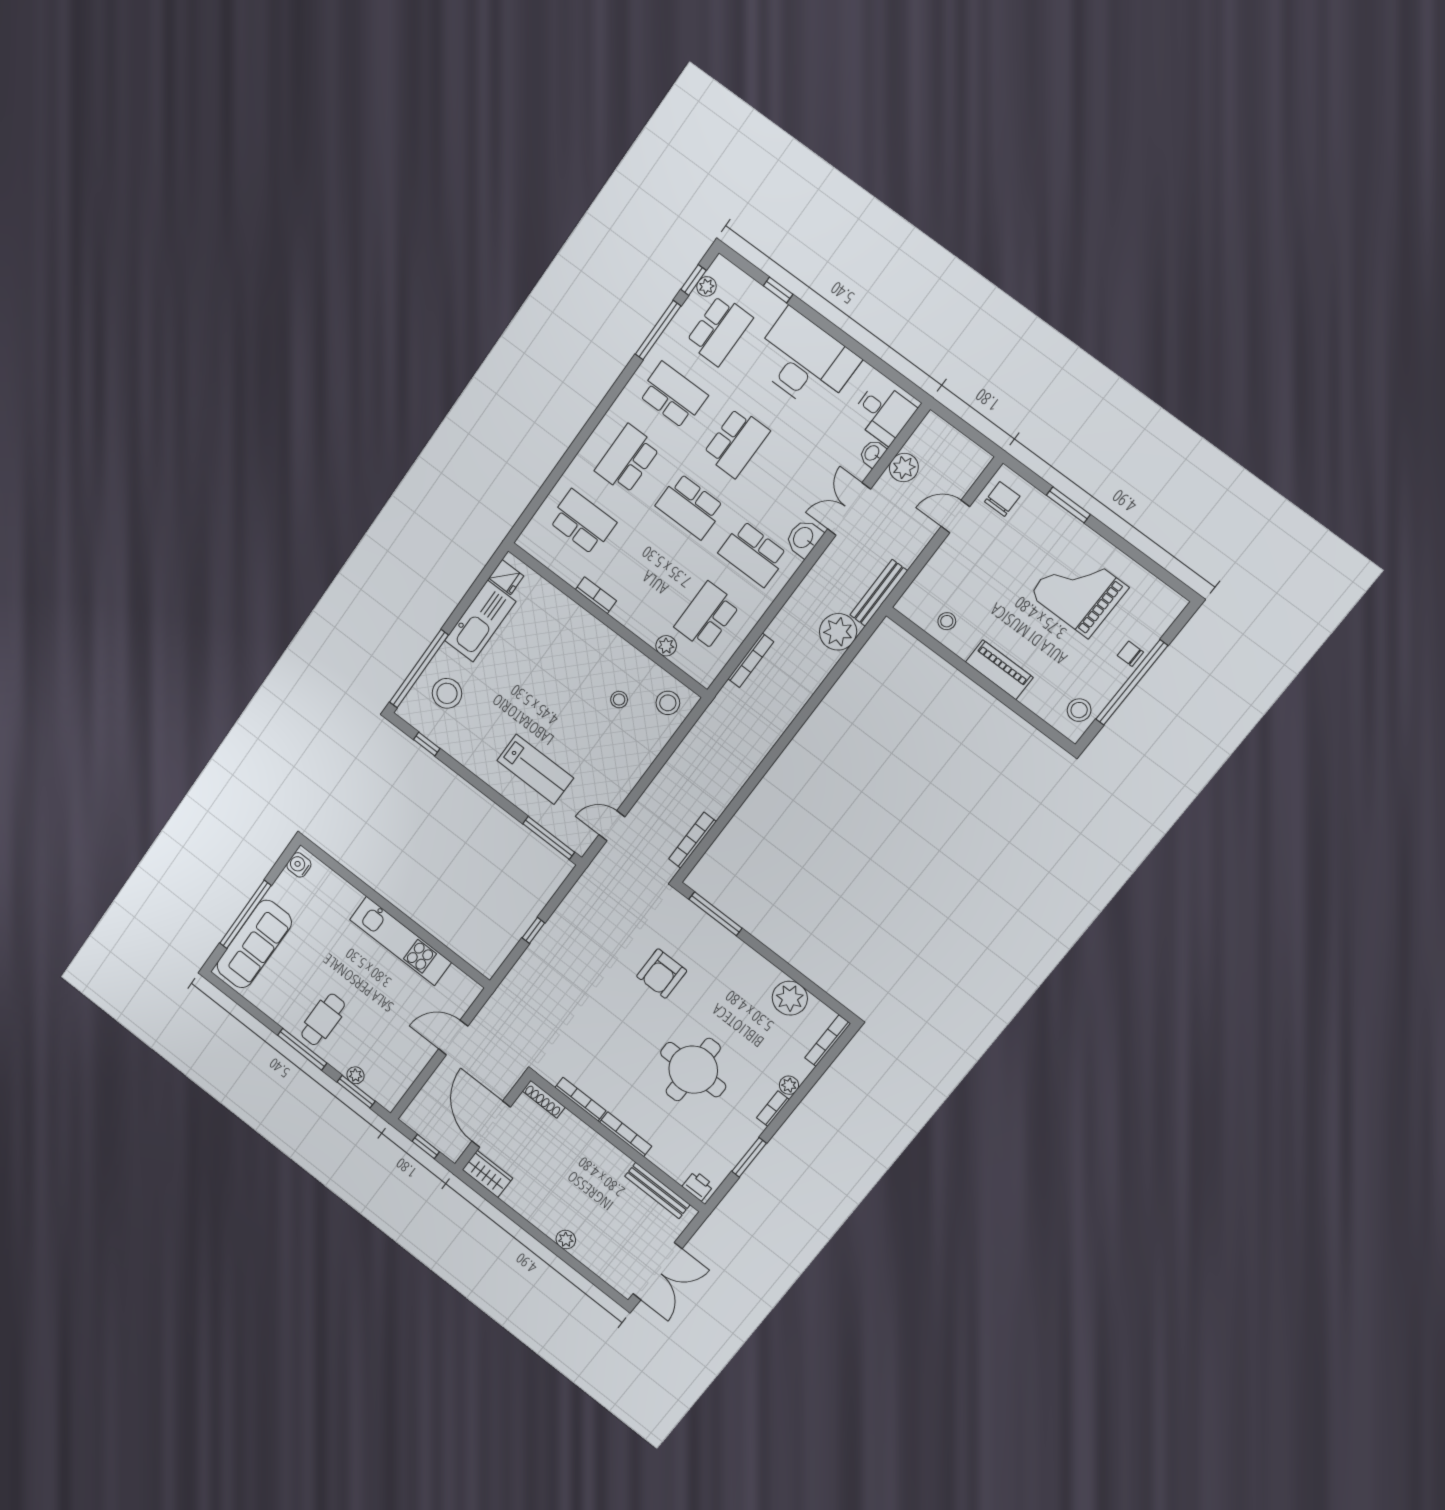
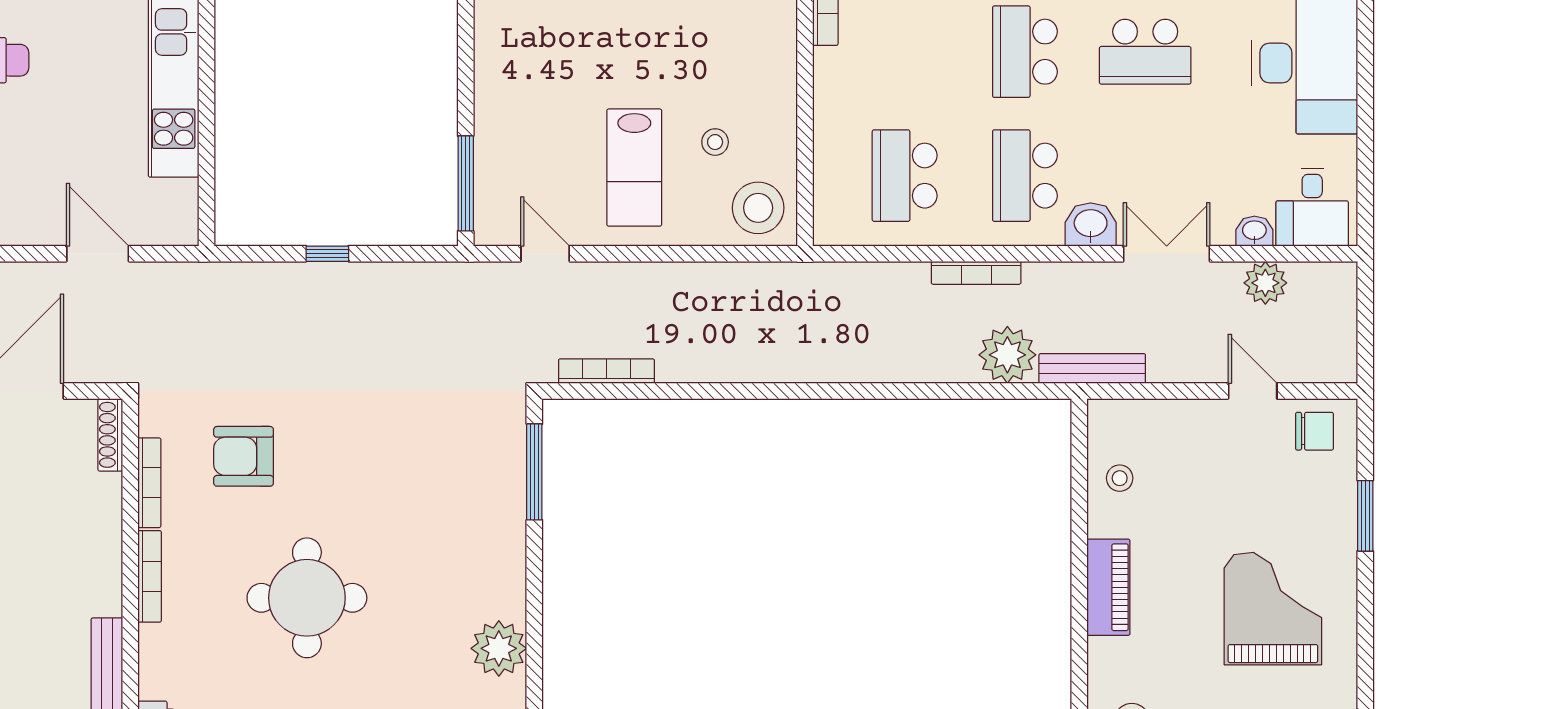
school desk: (707, 616) -> (905, 176), turned -90
plant: (666, 646) -> (829, 152), removed
bookcase: (751, 660) -> (976, 273), moved
stool: (668, 703) -> (758, 208), width x1.38, depth x1.38
lab bench: (535, 769) -> (634, 168), moved
armchair: (662, 974) -> (244, 456), moved

